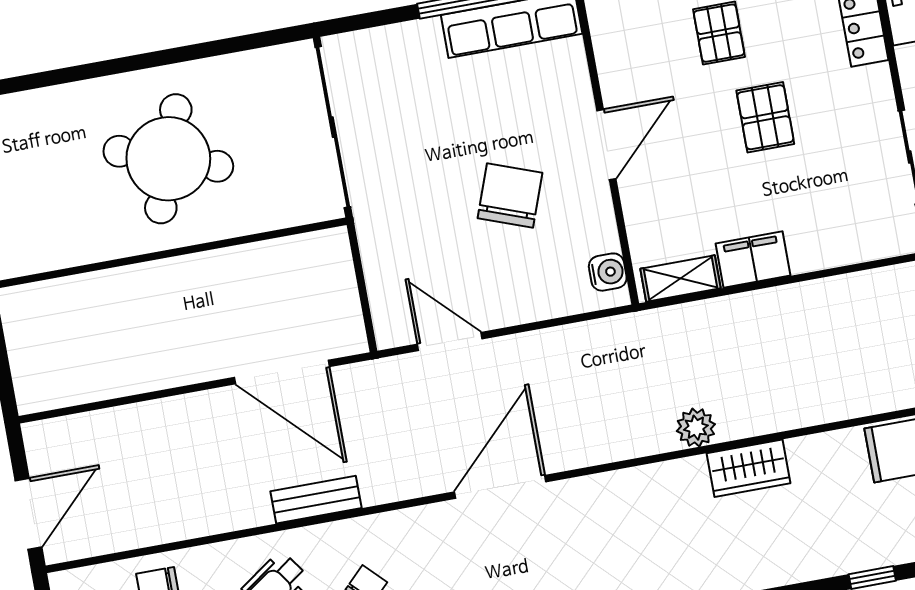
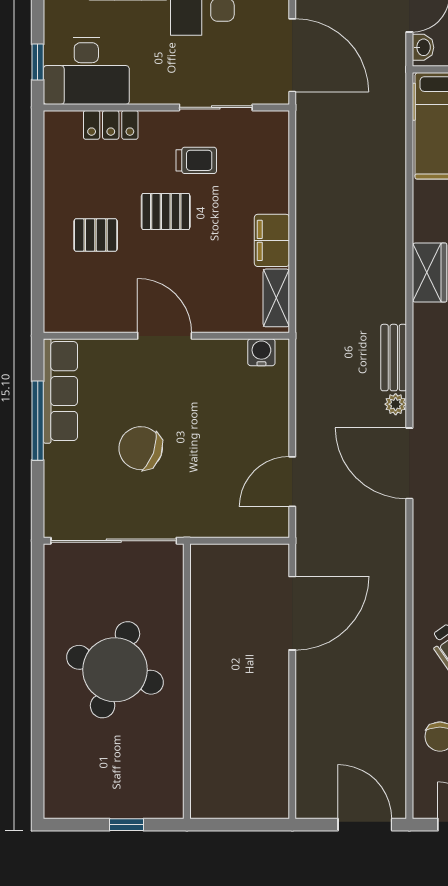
trolley: (838, 144) -> (196, 160), added
chair: (510, 195) -> (141, 448), moved
plant: (696, 428) -> (396, 404), moved, width x0.73, depth x0.73
bench: (316, 500) -> (394, 358), moved

